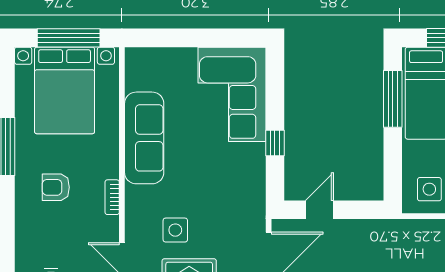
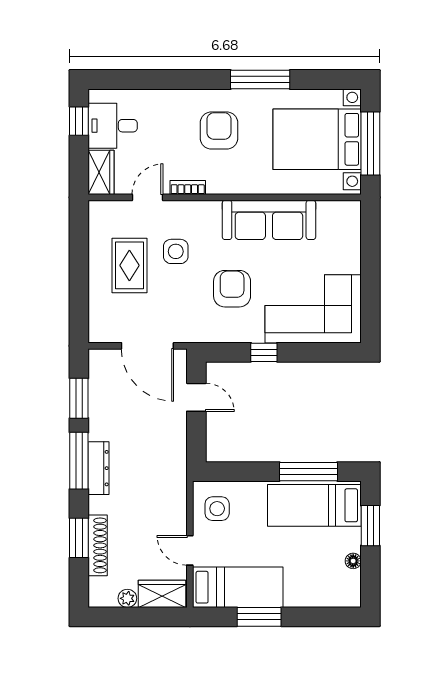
armchair: (212, 174) -> (232, 289), added
armchair: (56, 187) -> (219, 130), width x1.38, depth x1.38
bookcase: (112, 197) -> (188, 187), moved

